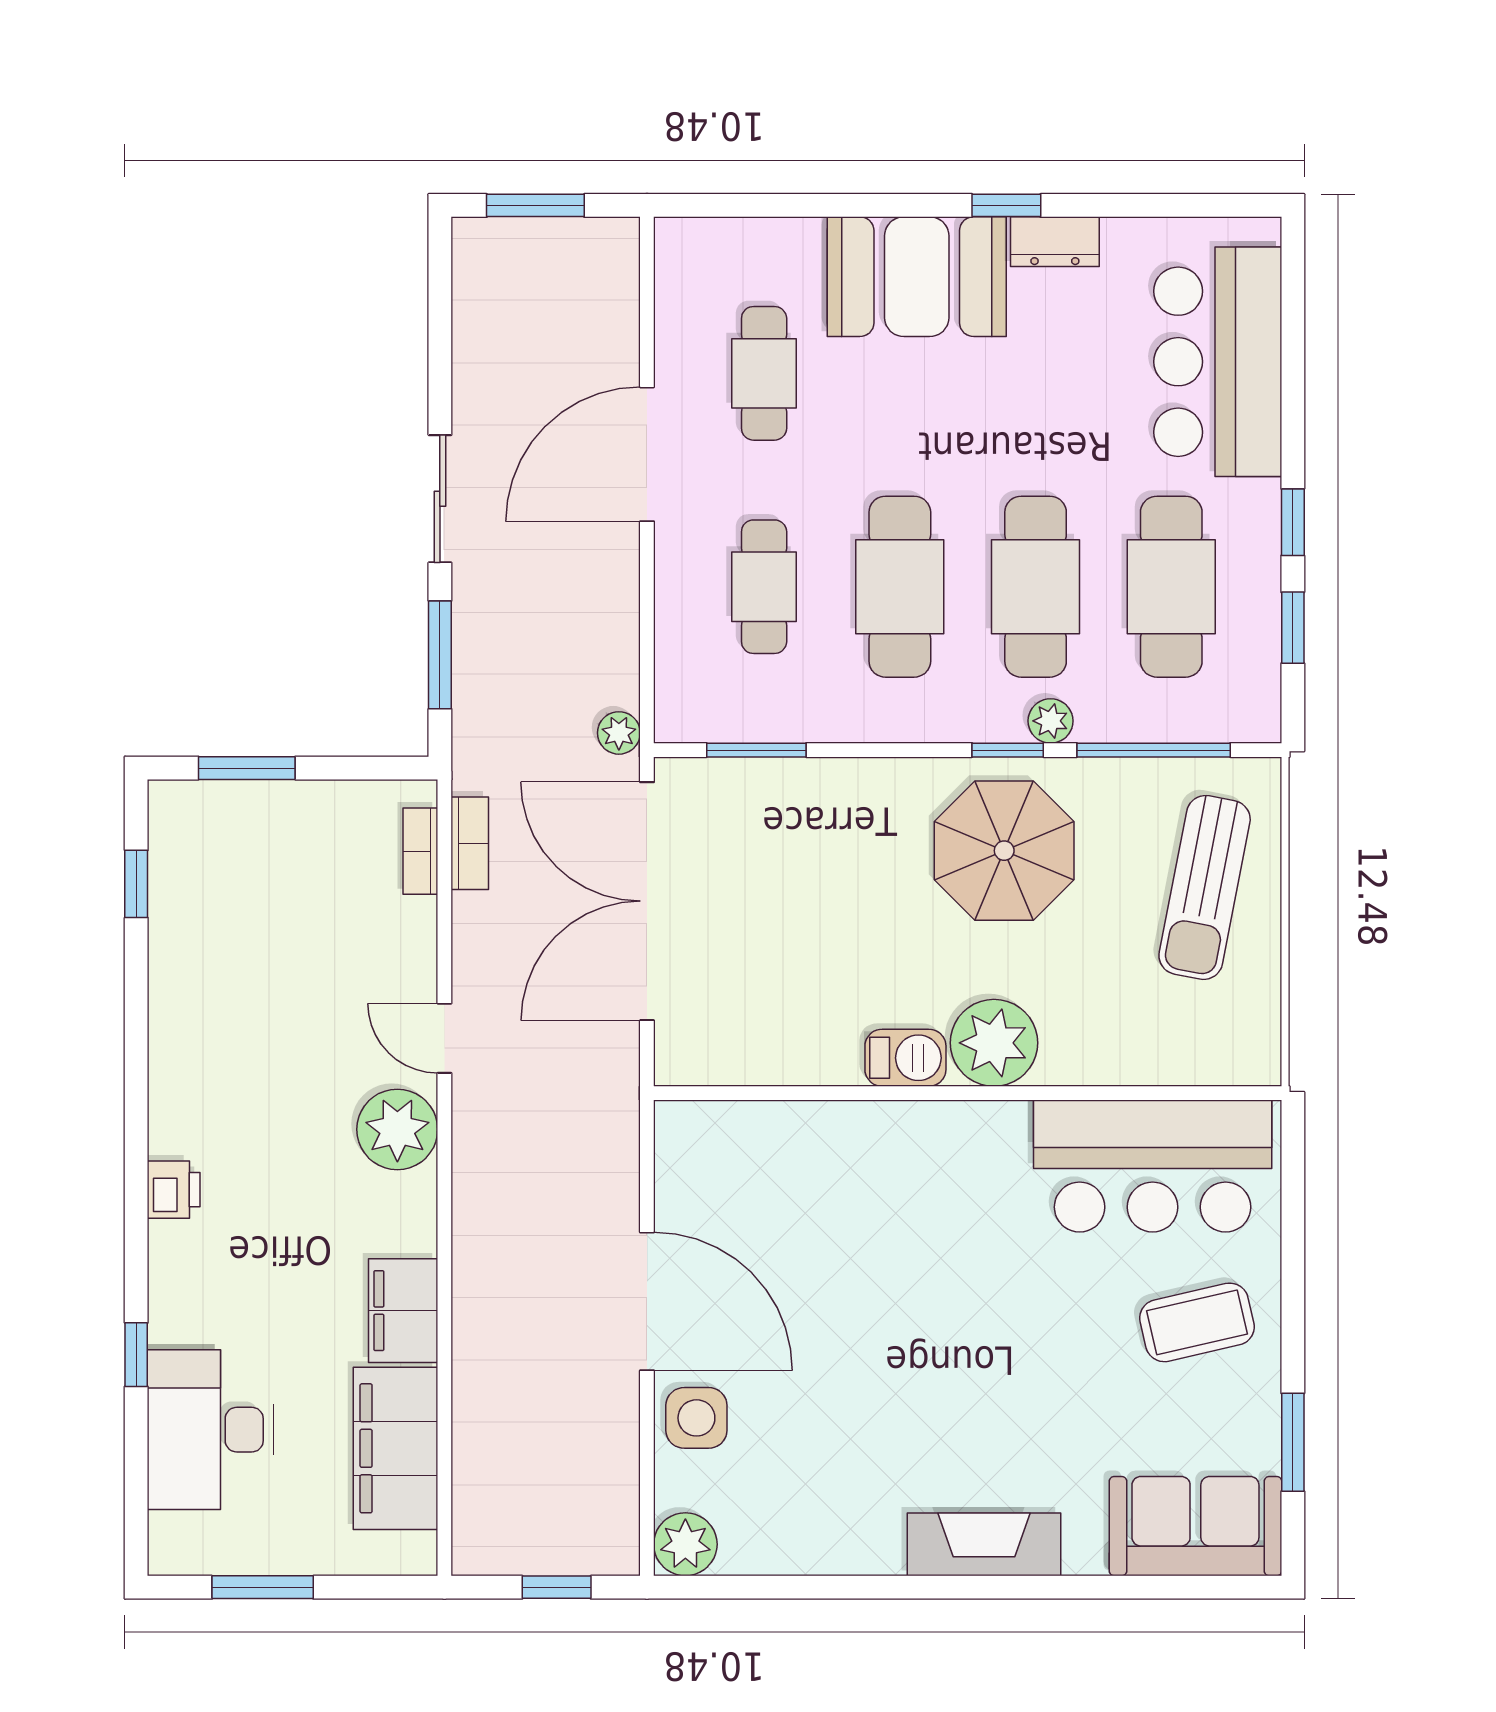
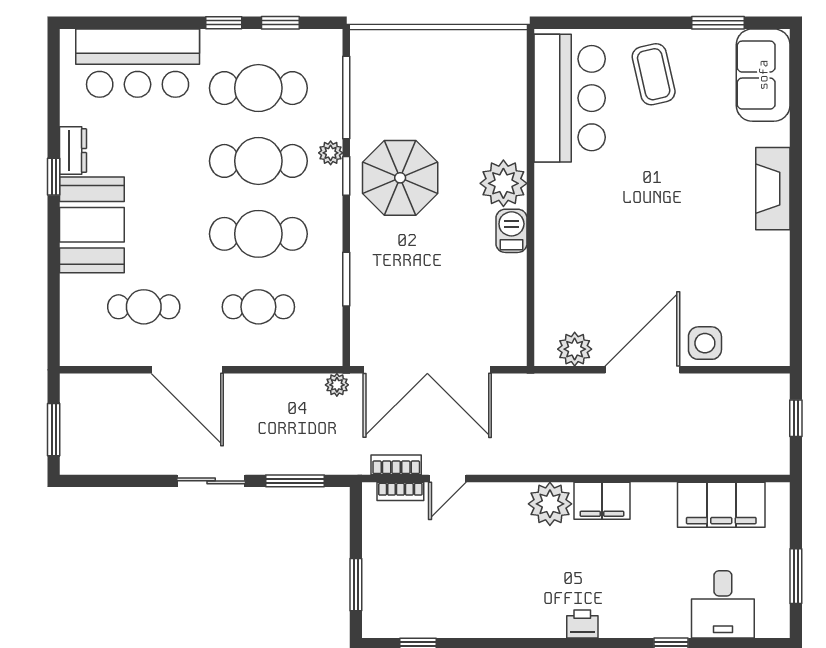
window: (756, 750) -> (346, 279), moved
sun lounger: (1205, 887) -> (420, 70), removed
door: (444, 1038) -> (447, 479), moved
filing cabinet: (403, 1311) -> (602, 501), moved
desk: (210, 1430) -> (723, 604), width x0.73
plant: (685, 1544) -> (575, 349), moved

